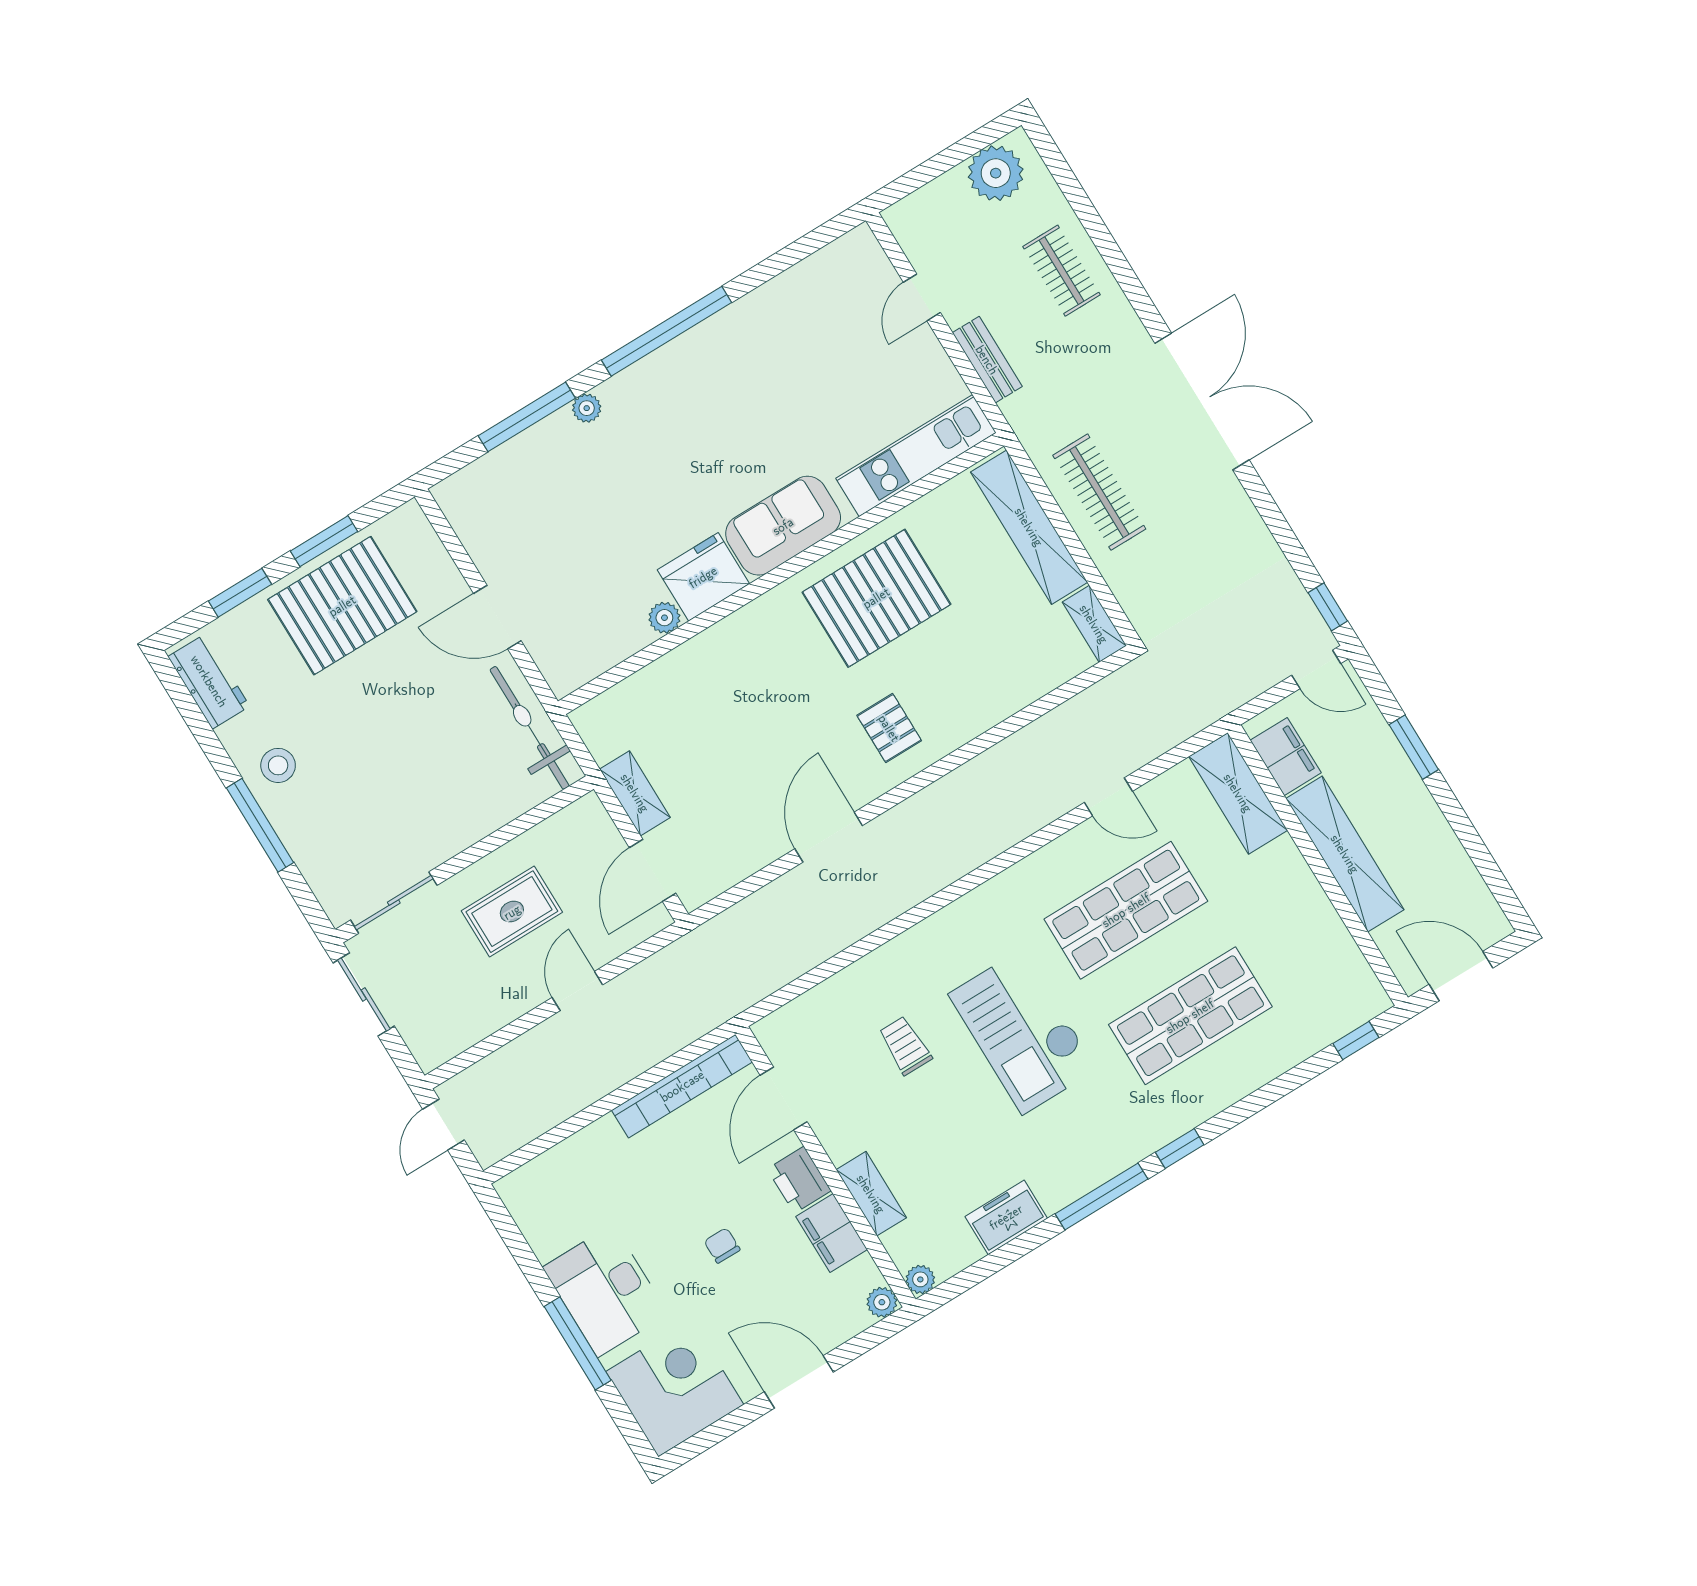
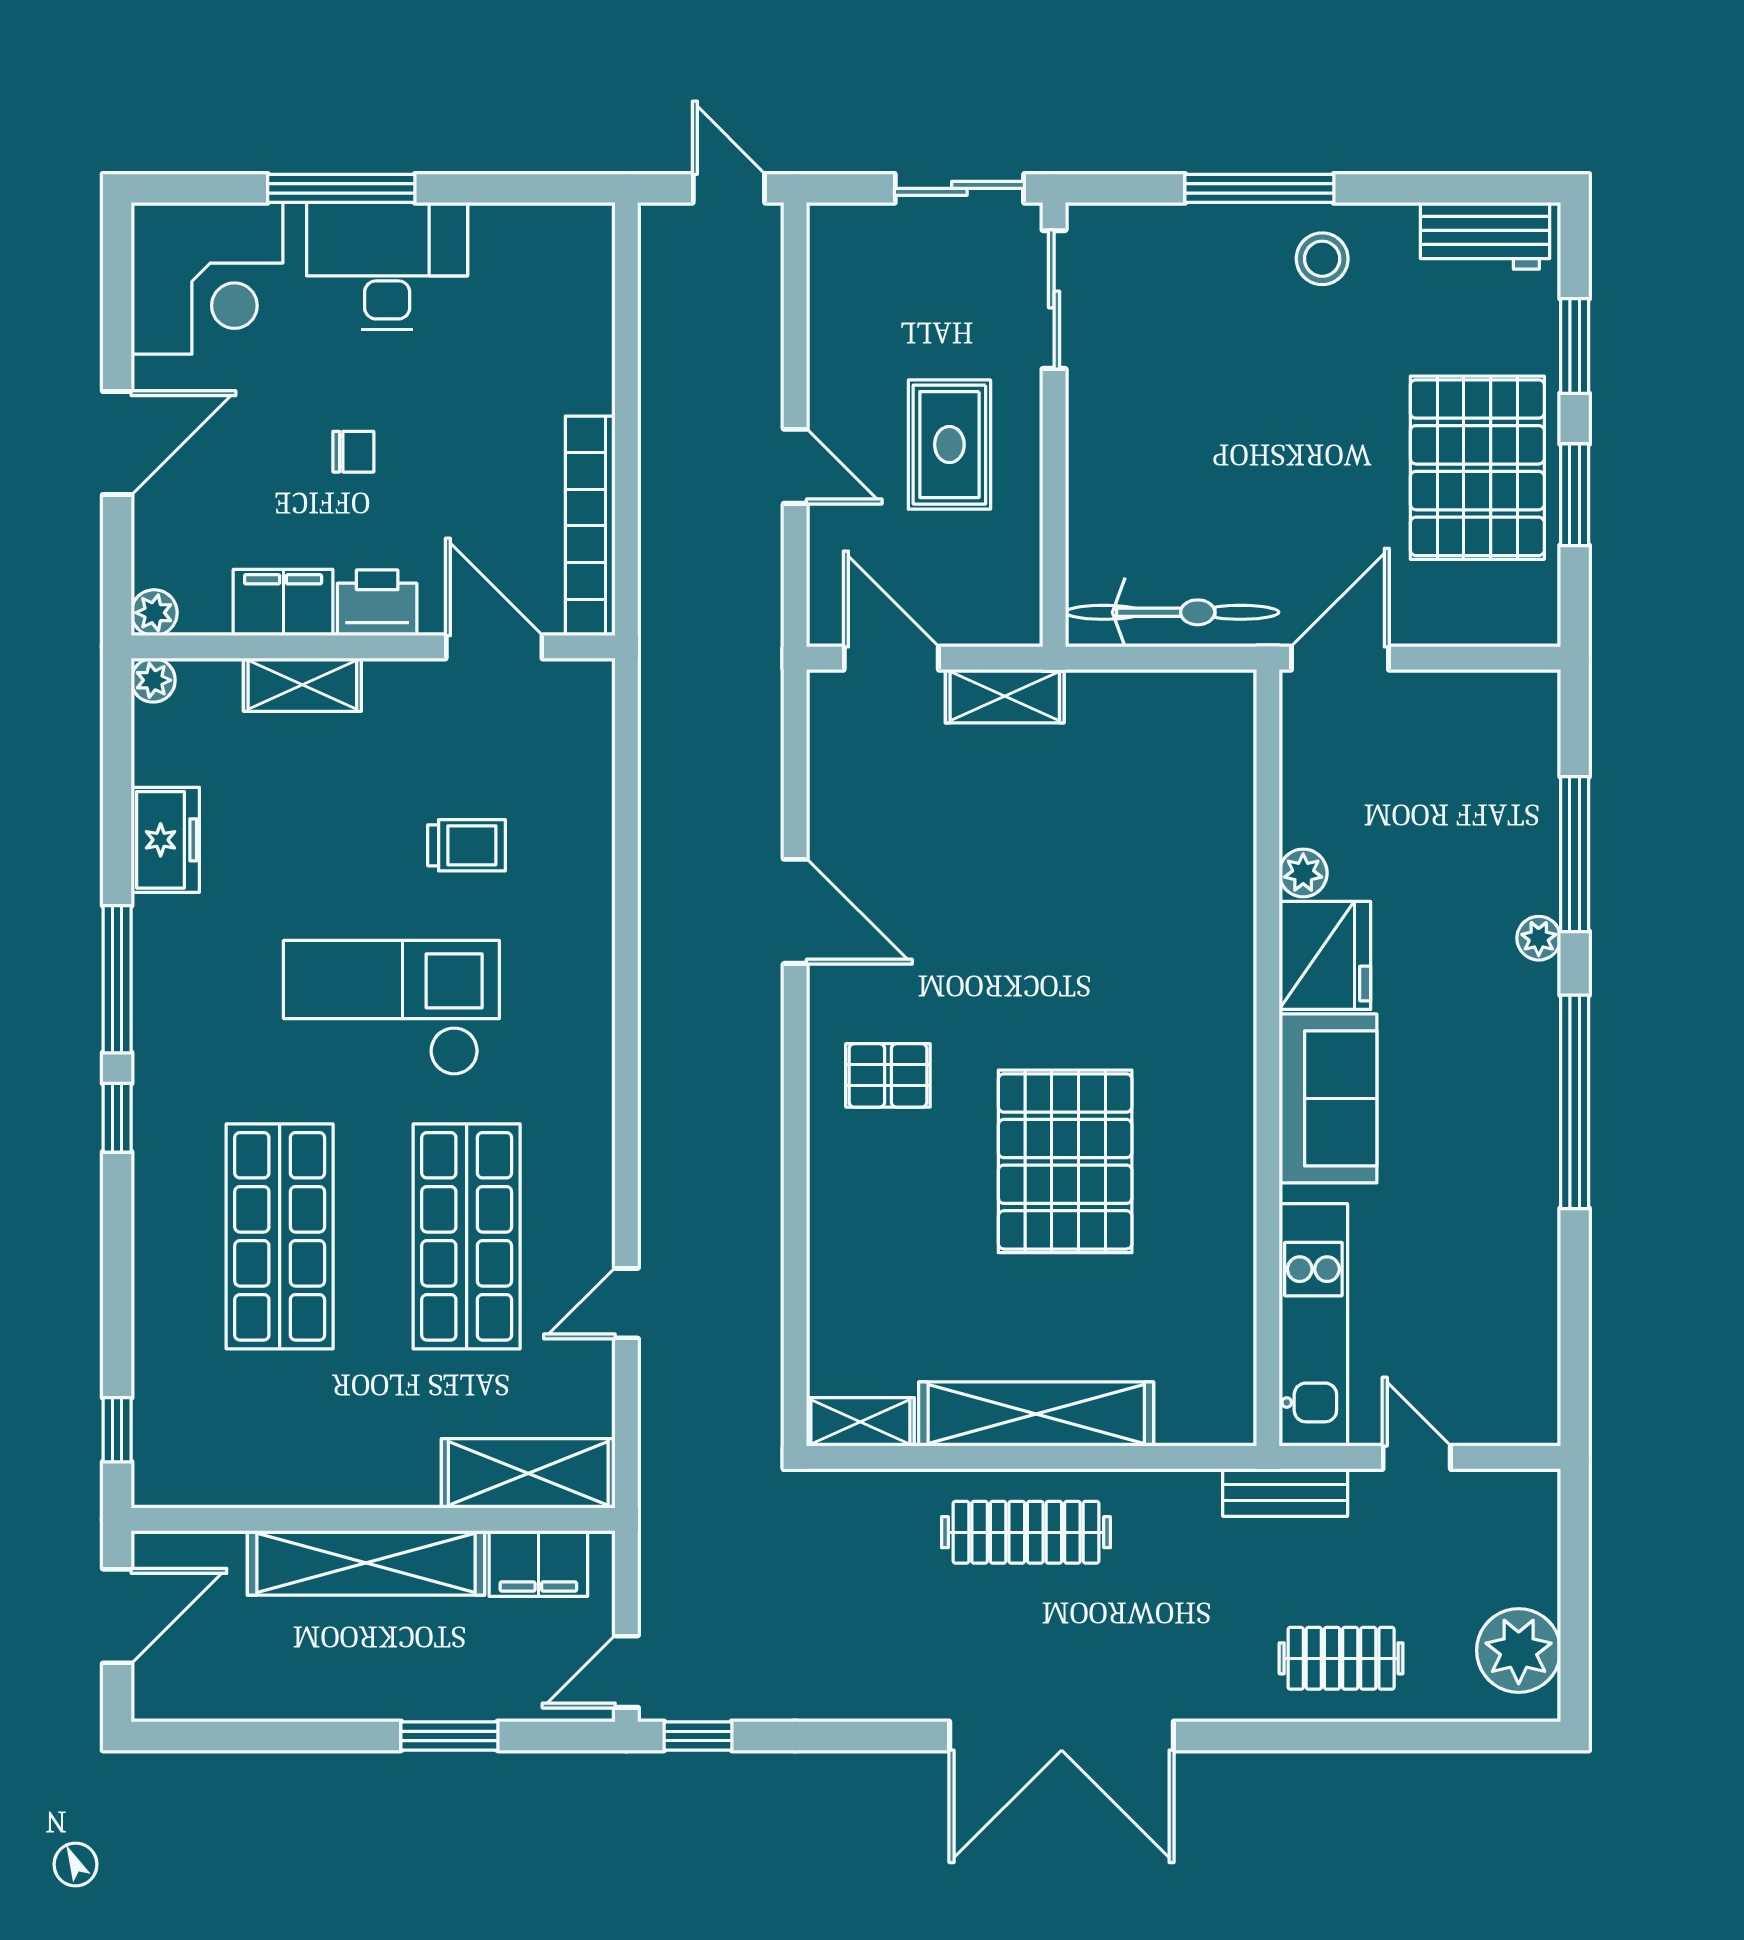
kitchen unit: (916, 456) -> (1313, 1325), moved
sofa: (783, 526) -> (1328, 1098), moved
wall: (781, 574) -> (1268, 1058), moved
fridge: (703, 577) -> (1325, 955), moved
plant: (664, 618) -> (1303, 873), moved

